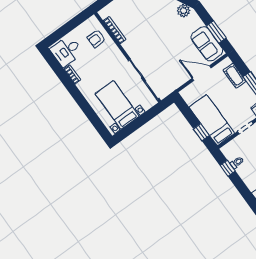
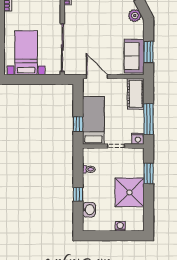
door: (202, 73) -> (97, 77), moved
cot: (235, 76) -> (136, 94), width x1.37, depth x1.34
window: (228, 168) -> (78, 194), moved

